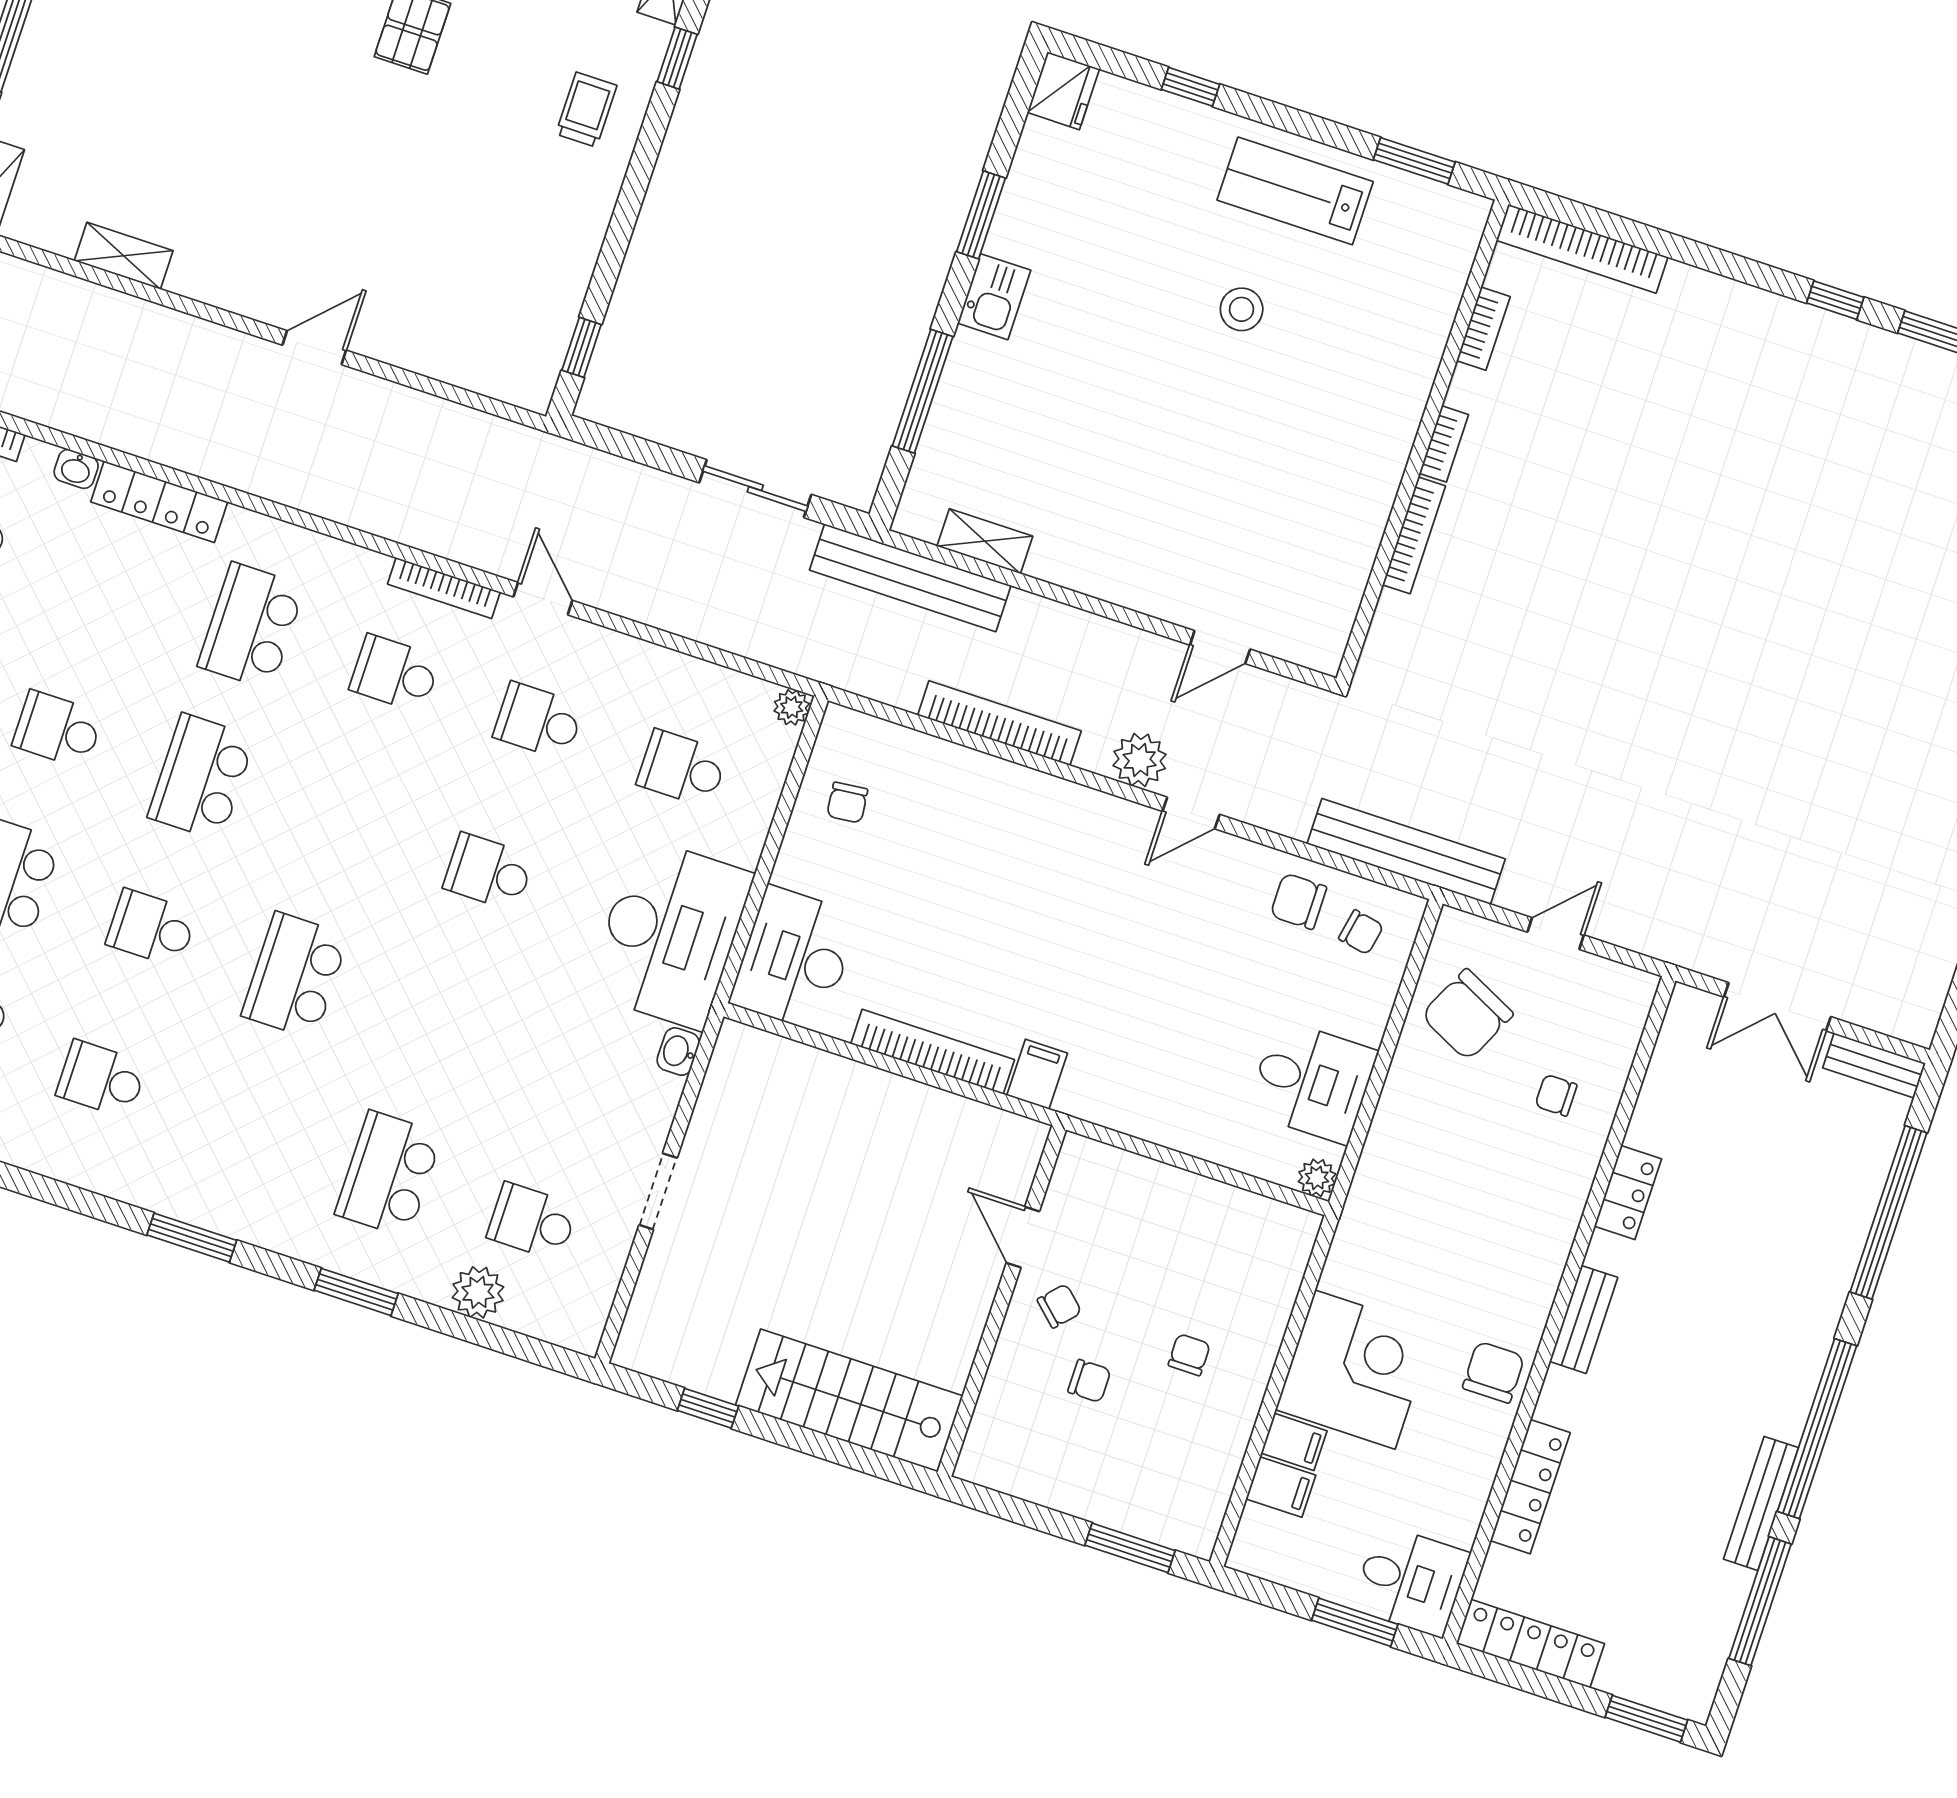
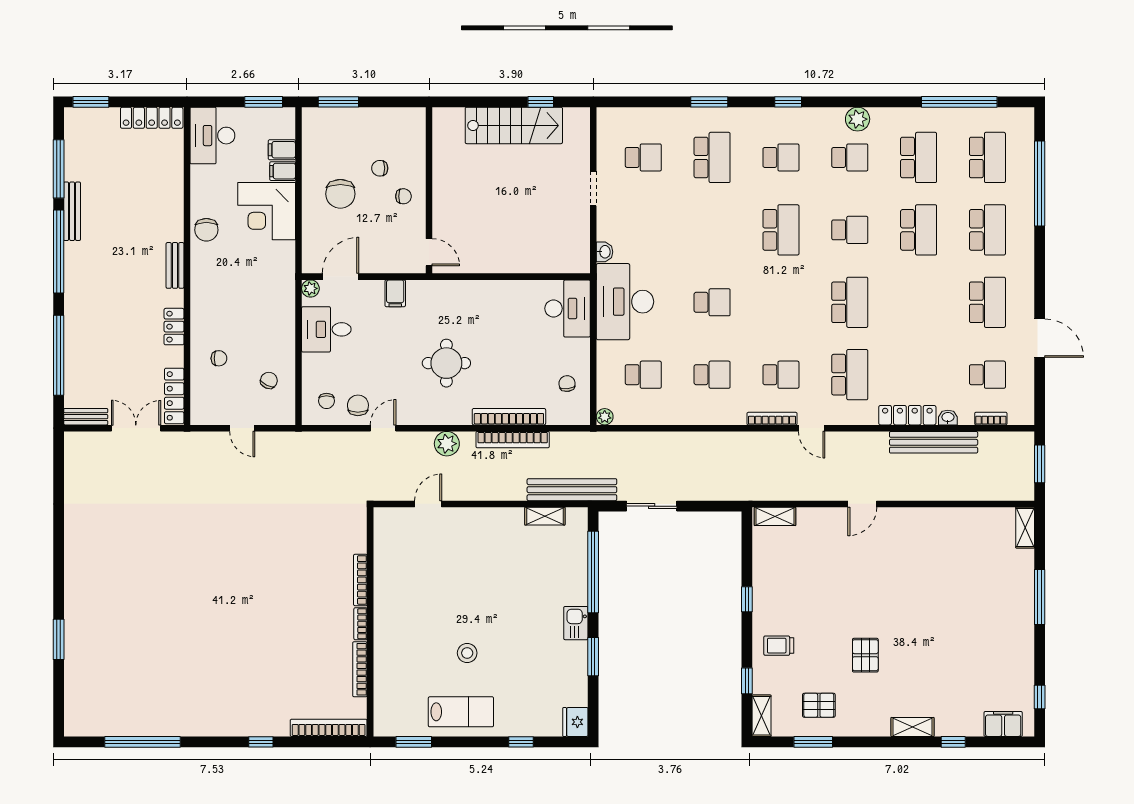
trolley: (586, 110) -> (779, 646), turned 90
shelving: (124, 256) -> (775, 516), moved
window: (1835, 300) -> (261, 742), moved
bookcase: (1483, 329) -> (360, 669), width x1.56
window: (582, 347) -> (747, 599), moved
window: (923, 391) -> (593, 572), width x1.46
door: (543, 599) -> (812, 428), moved
school desk: (58, 730) -> (781, 157), moved
door: (1191, 813) -> (383, 428), moved
bench: (1406, 851) -> (934, 442), moved
chair: (1298, 901) -> (358, 405), turned -90
round table: (1085, 928) -> (446, 363), added
chair: (1361, 932) -> (326, 401), turned -101
door: (1556, 934) -> (242, 428), hinge flipped
chair: (1467, 1015) -> (269, 380), width x0.54, depth x0.54
bookcase: (933, 1052) -> (509, 417), moved, turned 180
filing cabinet: (1037, 1074) -> (395, 293), moved
door: (1246, 1182) -> (341, 277), added
door: (1023, 1237) -> (429, 252), moved
window: (192, 1238) -> (788, 102), width x0.67
plant: (478, 1292) -> (858, 119), moved
chair: (1059, 1306) -> (403, 196), turned -133
chair: (1189, 1355) -> (340, 194), width x1.87, depth x1.87
stairs: (849, 1400) -> (514, 125), moved
locker: (1530, 1487) -> (174, 396), moved
desk: (1411, 1581) -> (212, 136), width x1.37
window: (1355, 1622) -> (264, 102), moved

